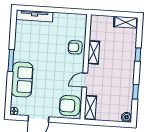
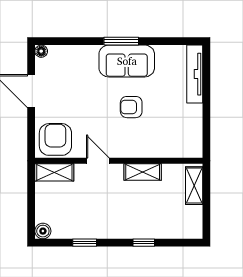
shelving: (126, 22) -> (194, 186), moved
armchair: (75, 47) -> (131, 107), moved, turned -90
sofa: (22, 80) -> (127, 61), moved

